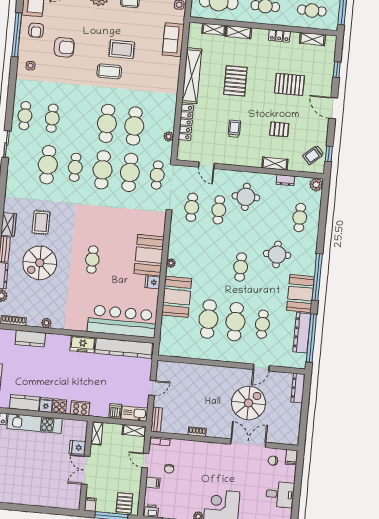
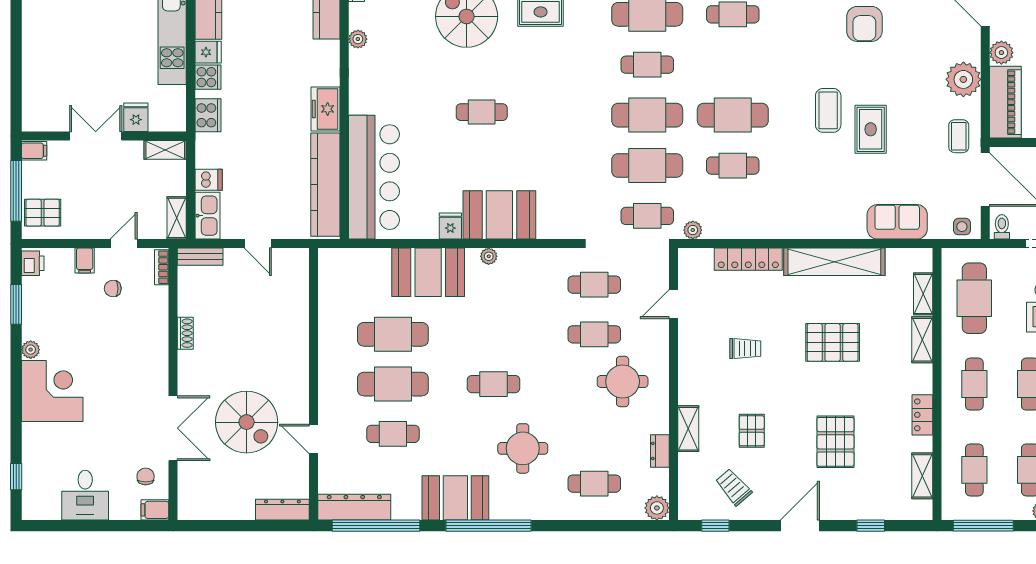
cafe table: (134, 126) -> (733, 166), width x0.73, depth x0.74
plant: (169, 136) -> (693, 230), moved
trolley: (313, 155) -> (734, 487), moved
dresser: (302, 333) -> (354, 507), moved

